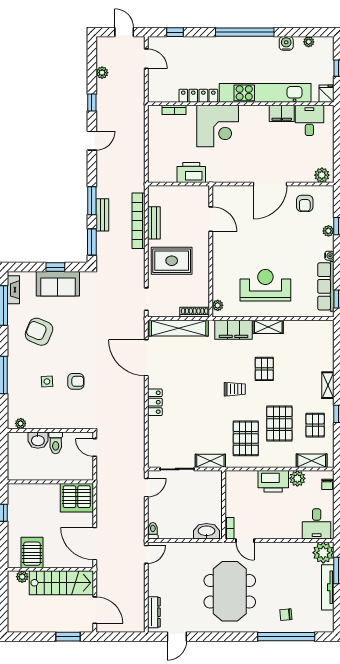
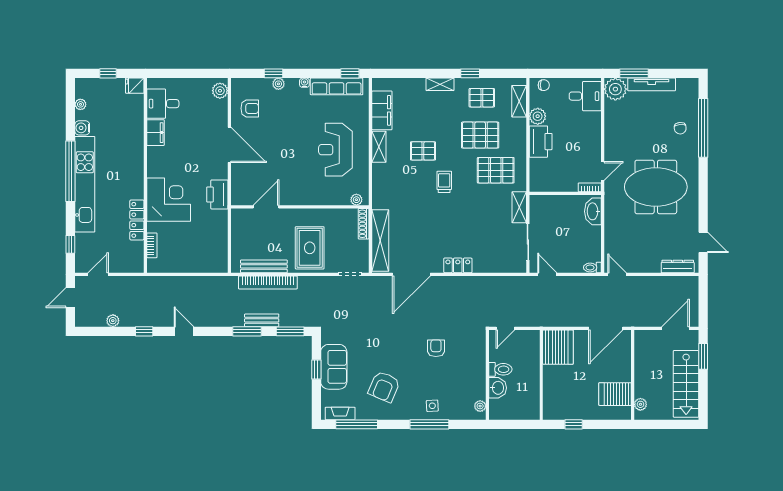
kitchen unit: (265, 93) -> (85, 184), moved, turned 180
printer: (191, 172) -> (217, 194), moved
bench: (154, 223) -> (264, 266), width x1.36
filing cabinet: (234, 330) -> (382, 110), moved
side table: (47, 381) -> (432, 406), moved
stairs: (61, 583) -> (686, 384), moved, turned 180

